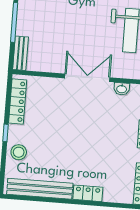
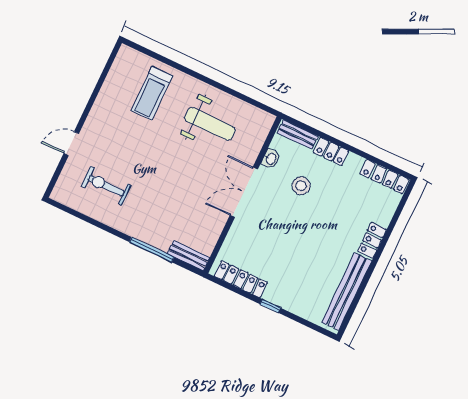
stool: (19, 152) -> (301, 186), moved

